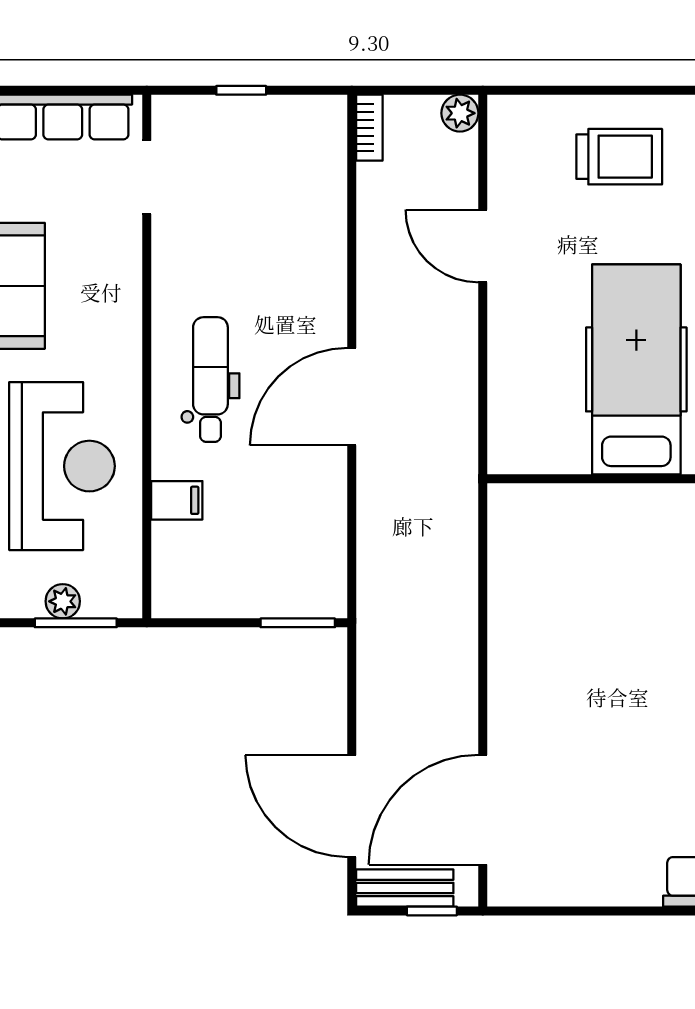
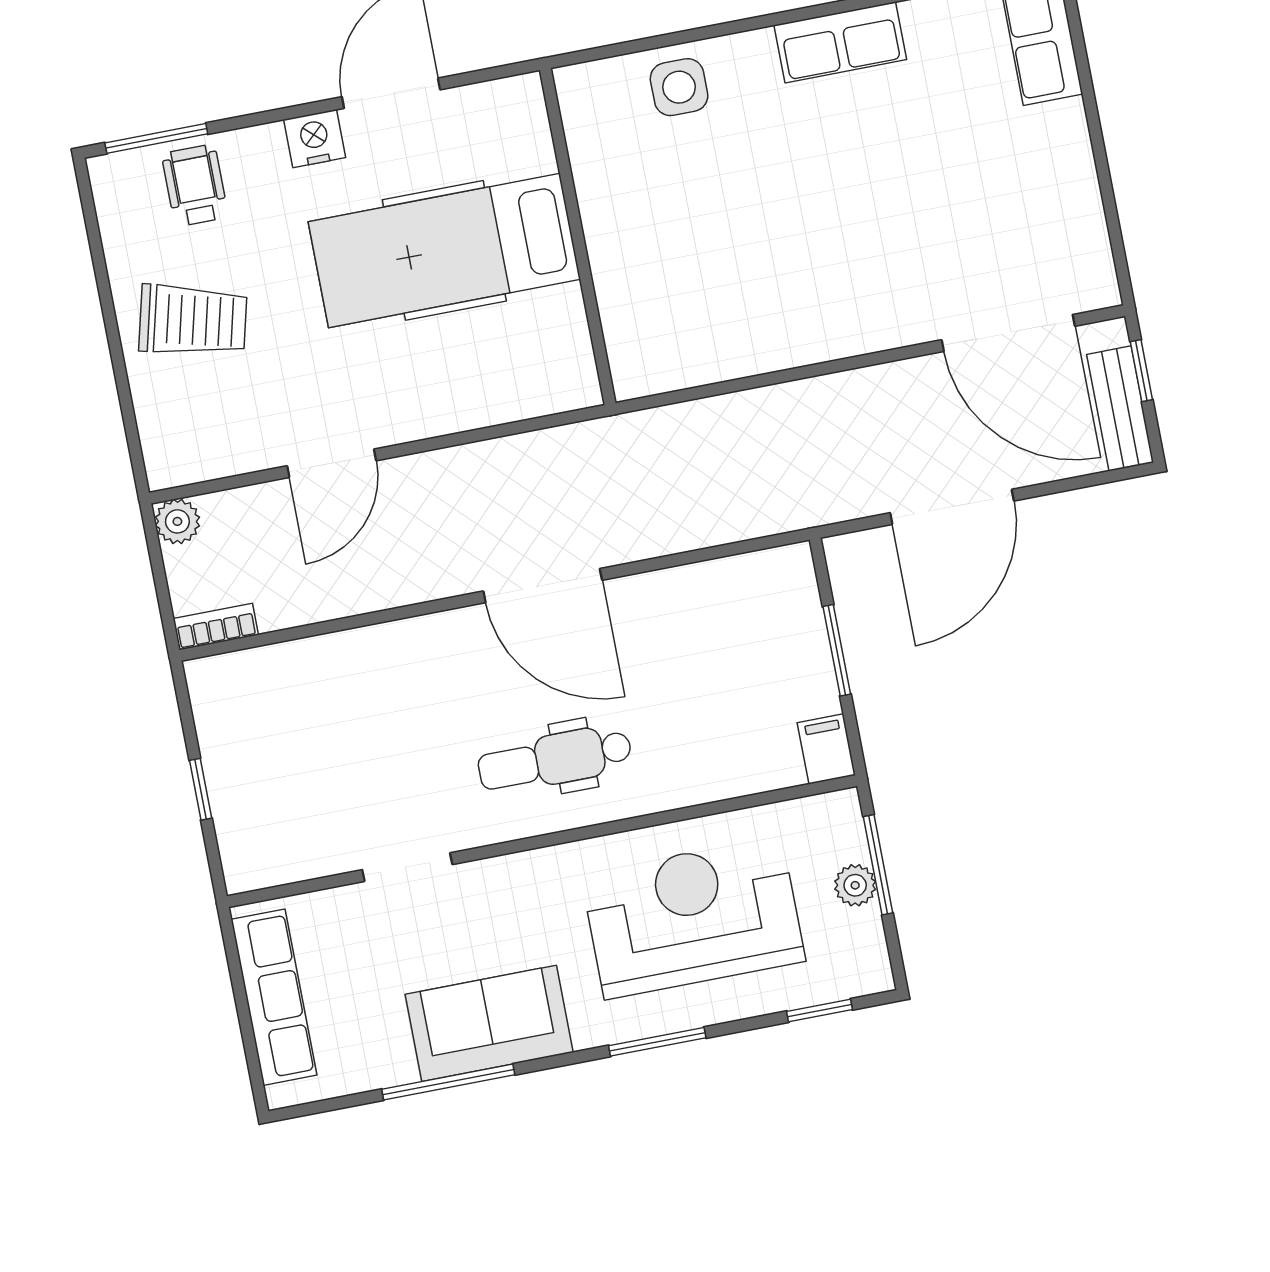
trolley: (619, 157) -> (193, 320), turned 104
doorway: (147, 177) -> (407, 867), moved
filing cabinet: (177, 500) -> (826, 749), moved
window: (298, 623) -> (837, 650), moved
door: (352, 806) -> (952, 507), moved

